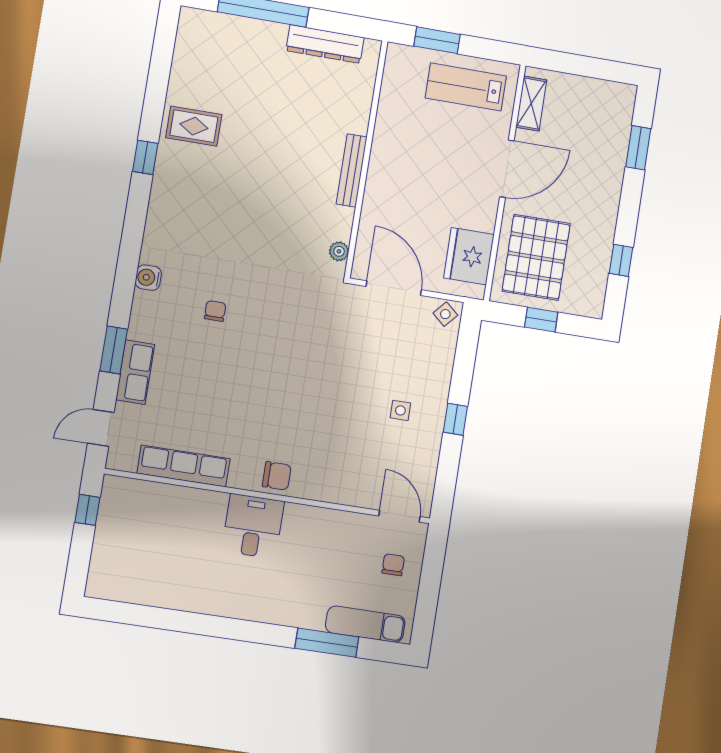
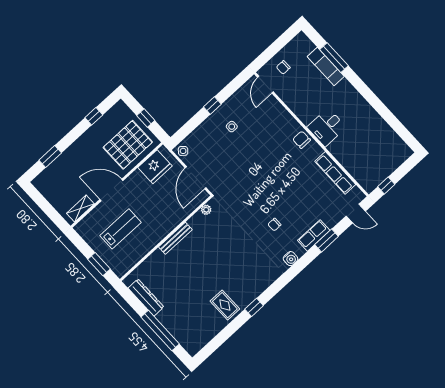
lab bench: (466, 87) -> (120, 229), moved, turned -90
row of seats: (135, 372) -> (314, 235), moved
exam couch: (365, 624) -> (326, 67), moved

